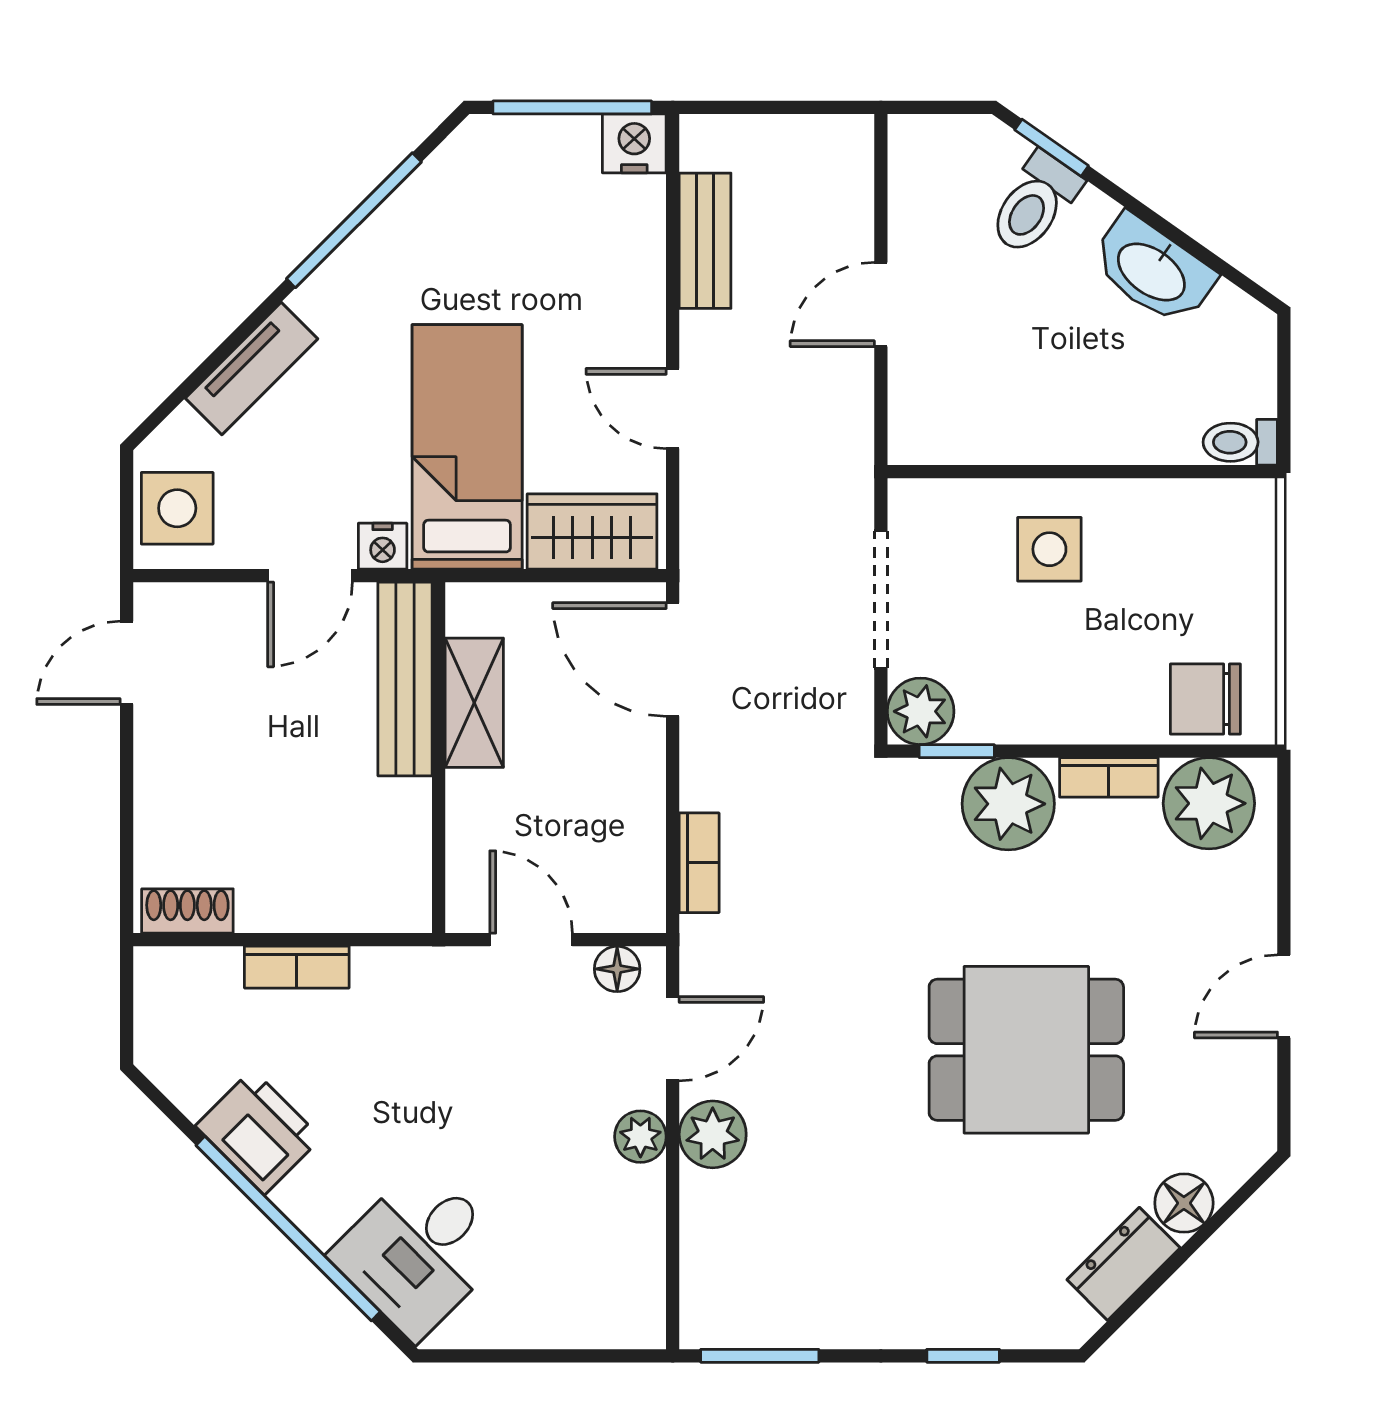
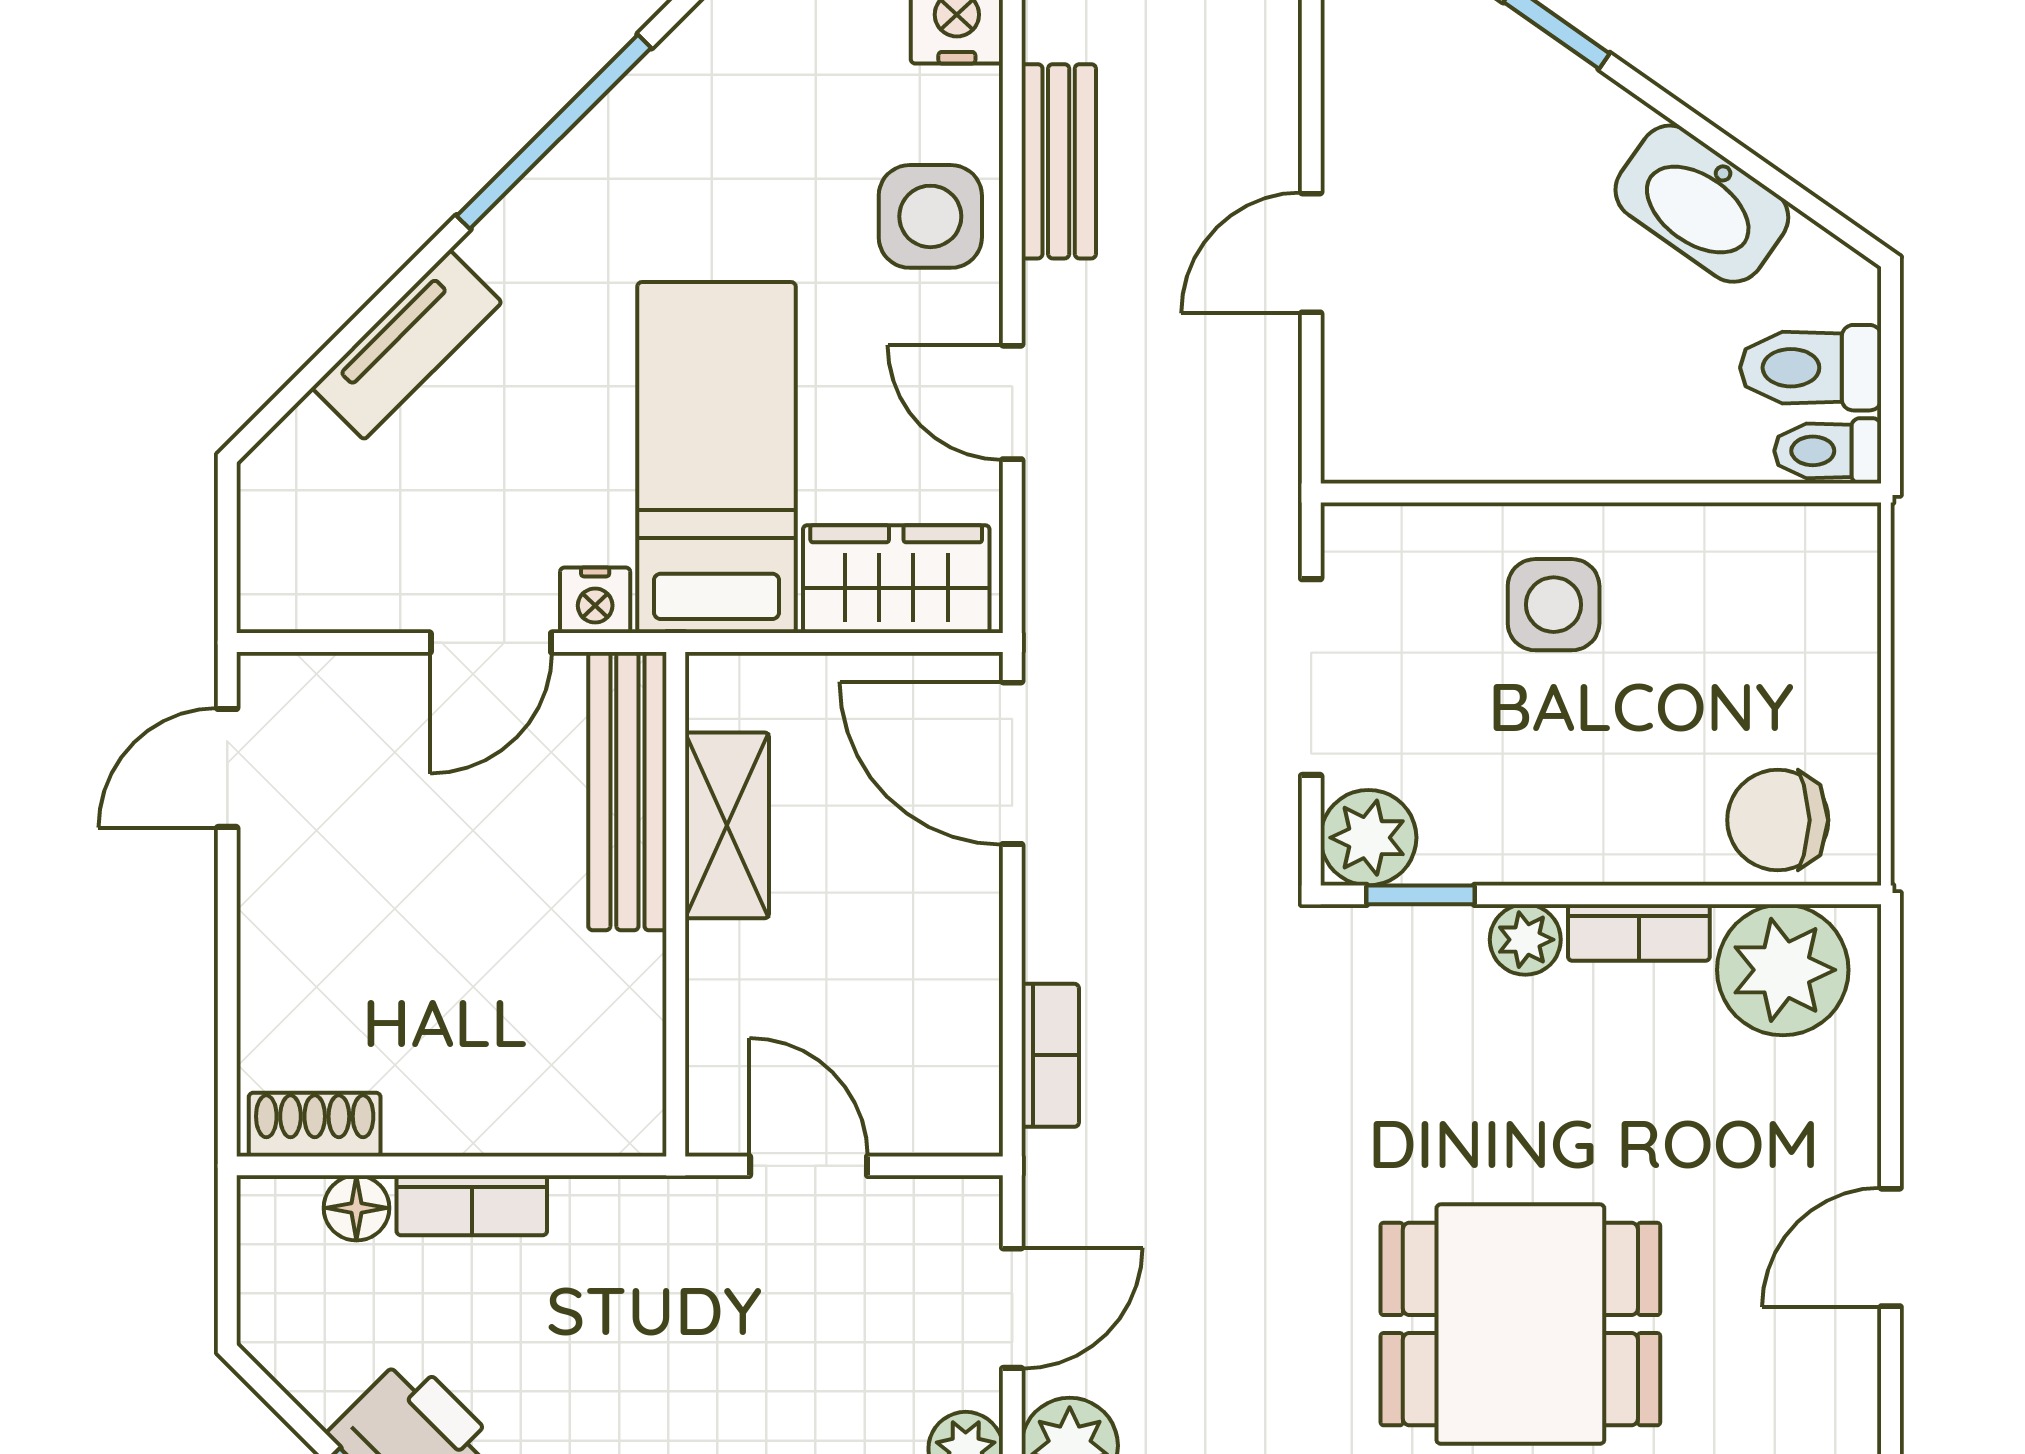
toilet: (1034, 204) -> (1811, 368), moved, turned 55
side table: (177, 508) -> (930, 216), moved
plant: (1008, 804) -> (1525, 940), width x0.53, depth x0.53
floor lamp: (617, 969) -> (356, 1208), moved

